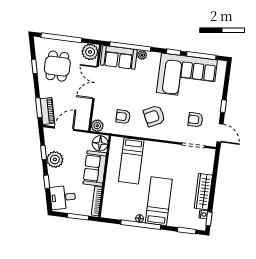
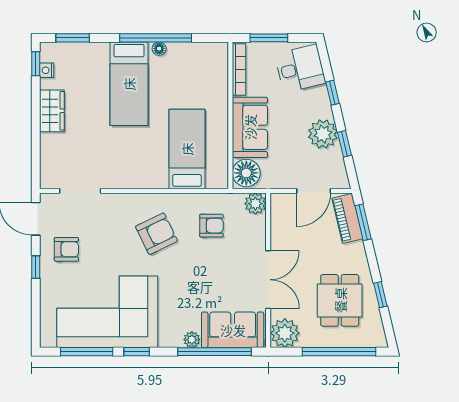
armchair: (196, 120) -> (66, 249), moved
wardrobe: (203, 192) -> (52, 111), width x0.67

